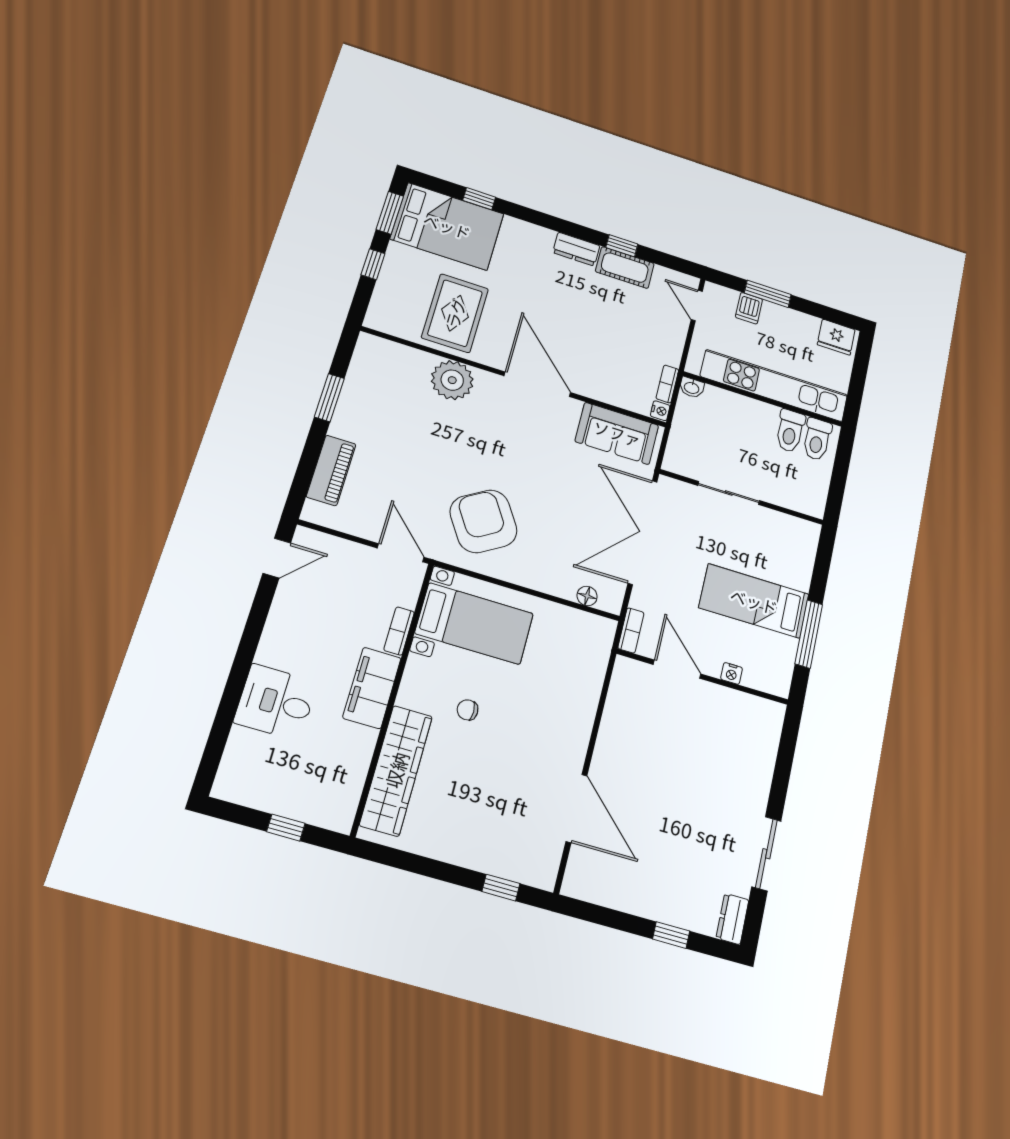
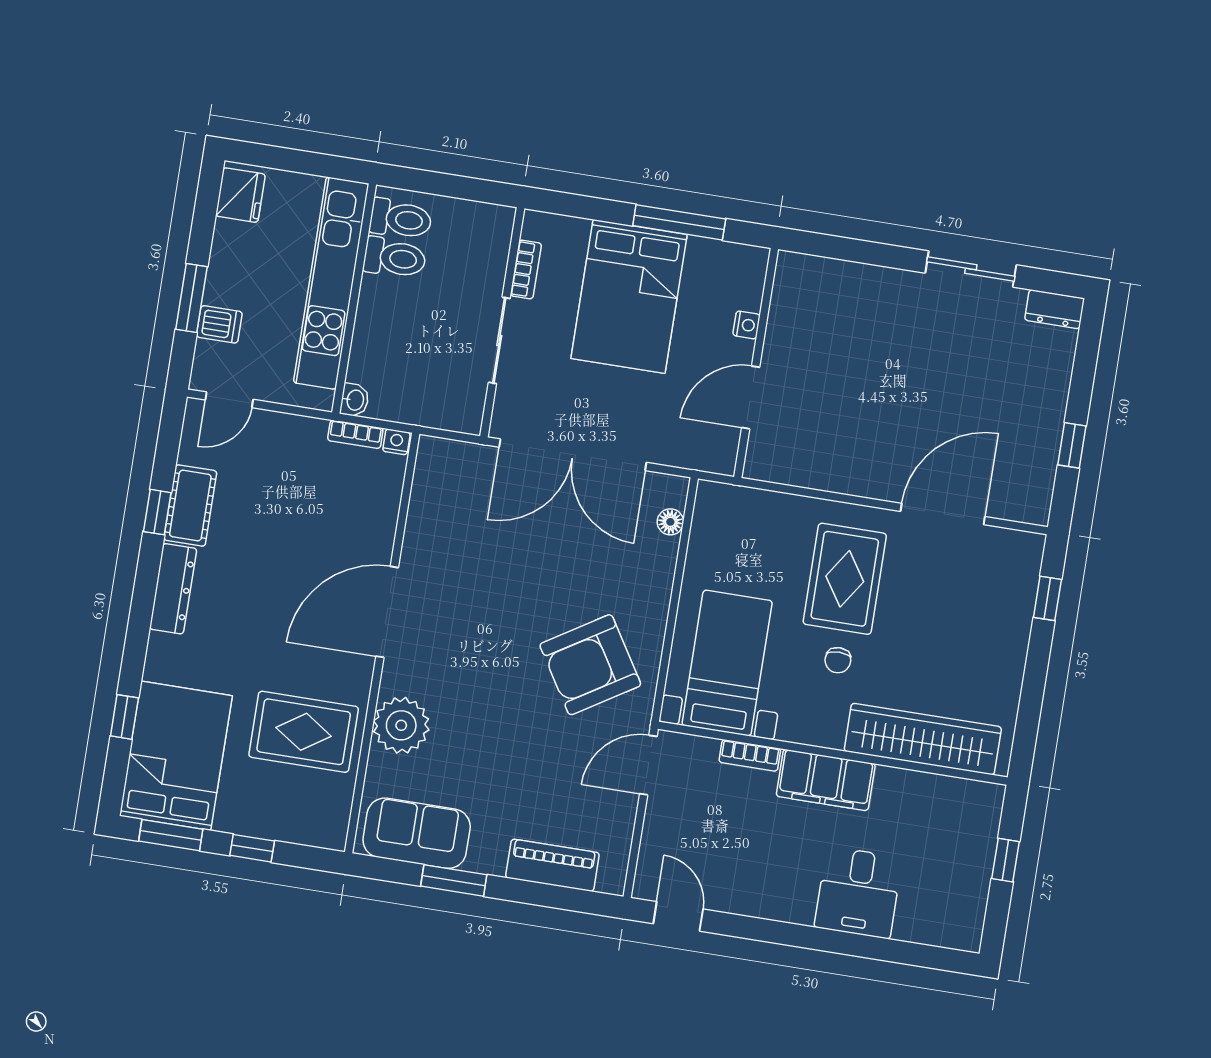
dresser: (576, 249) -> (173, 589), width x1.44
sofa: (617, 433) -> (417, 833), moved, turned -90
bed: (754, 601) -> (629, 296), width x1.50
bookcase: (631, 630) -> (526, 269), moved, turned 90
rug: (532, 724) -> (845, 579), added
window: (671, 935) -> (1072, 445), moved

